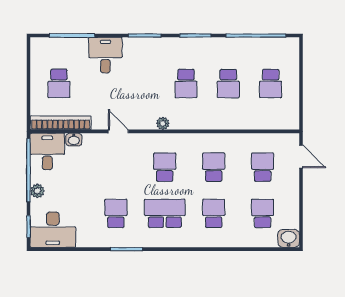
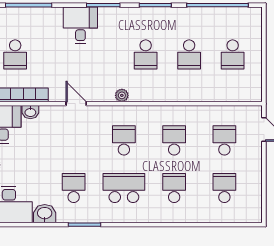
desk: (105, 55) -> (80, 25), moved
washbasin: (289, 238) -> (45, 214), moved

